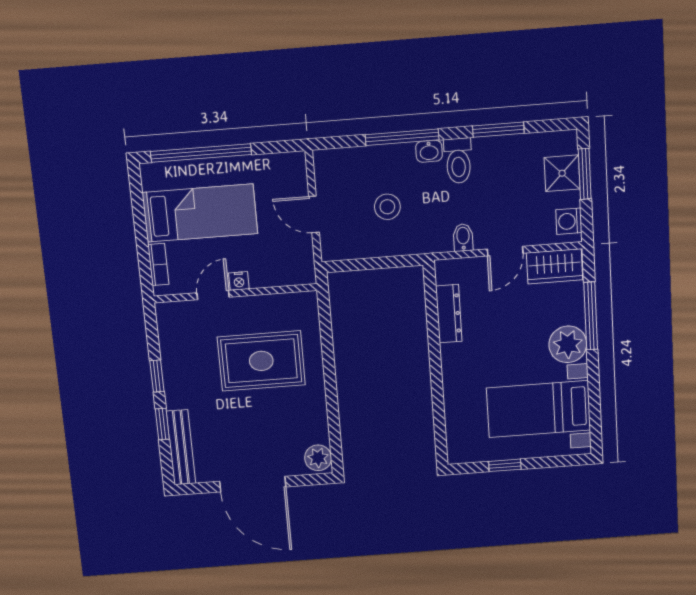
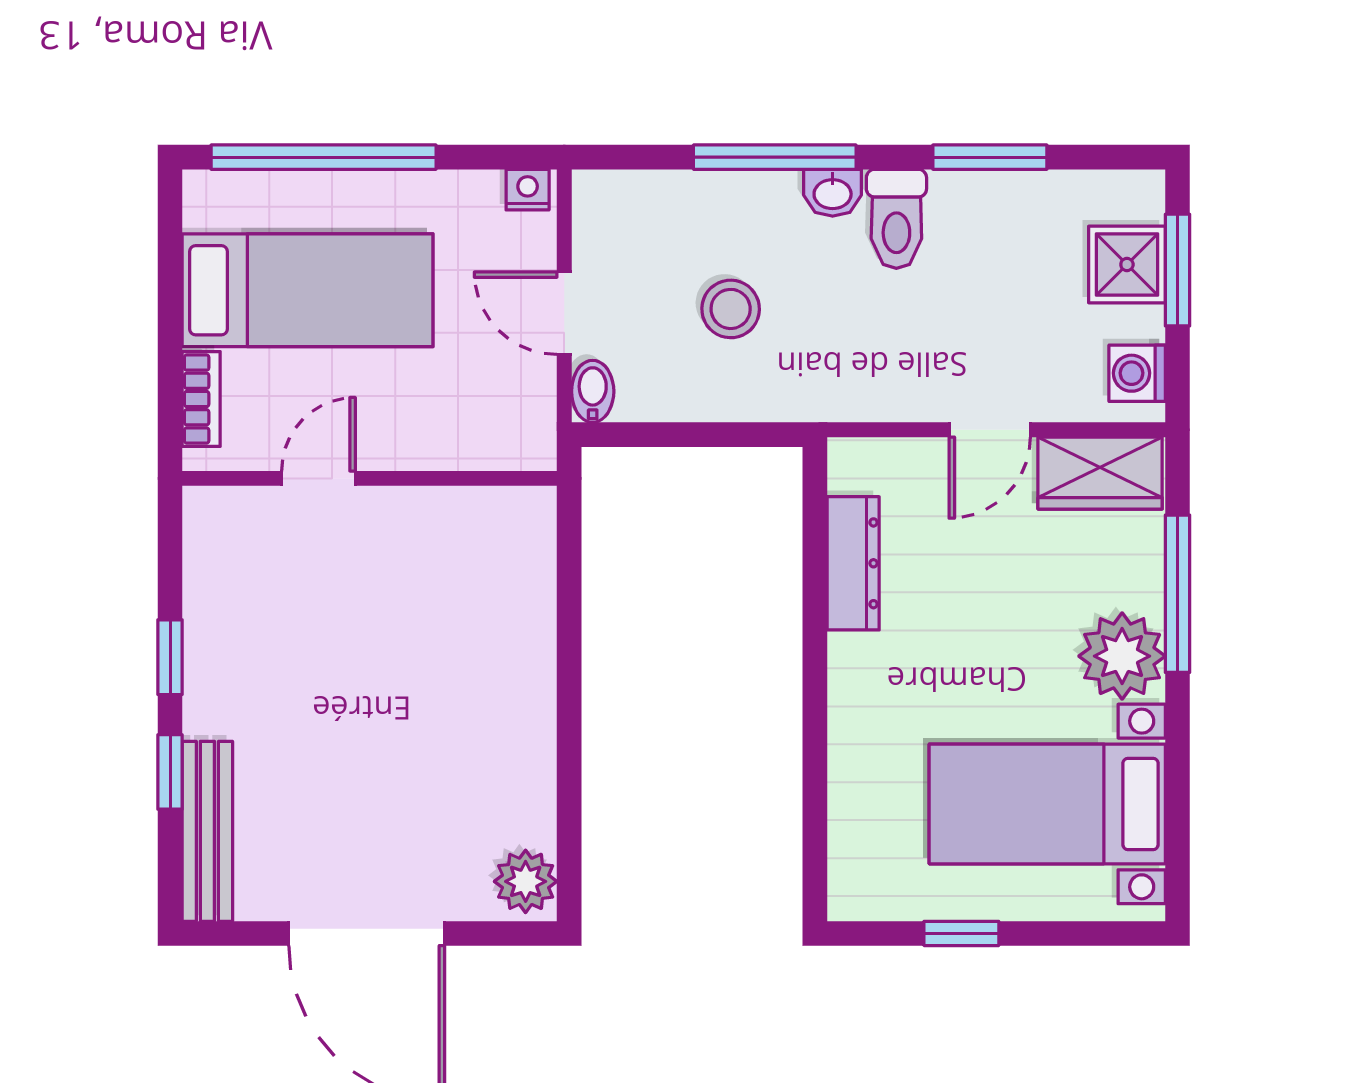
bidet: (463, 237) -> (593, 391), moved
nightstand: (239, 281) -> (528, 190), moved, turned 180
rug: (261, 361) -> (414, 640), removed

